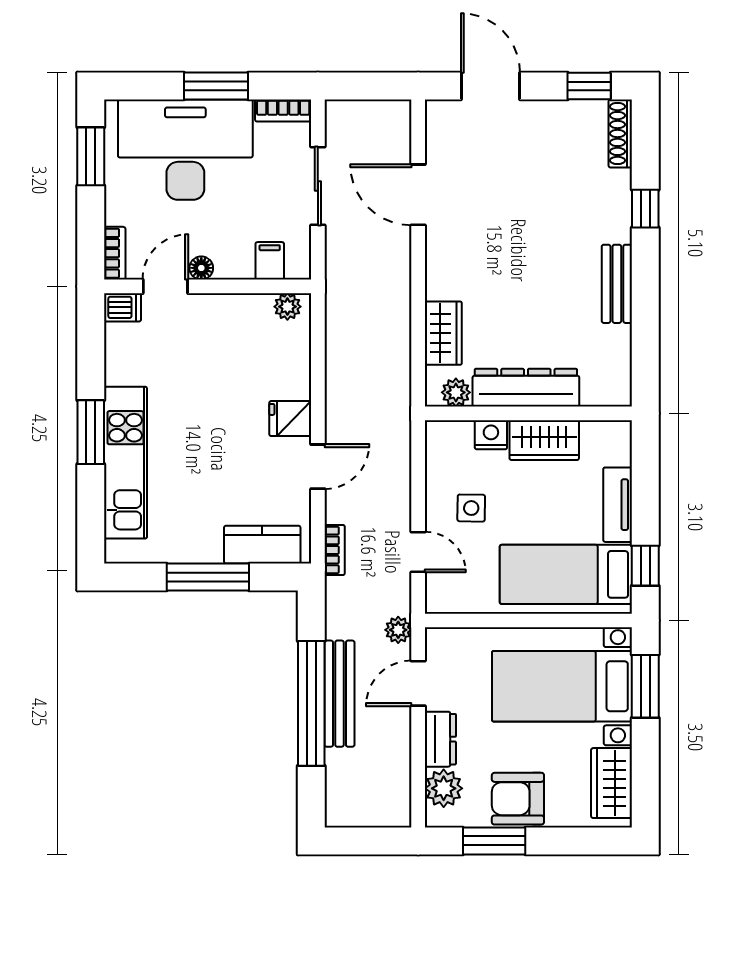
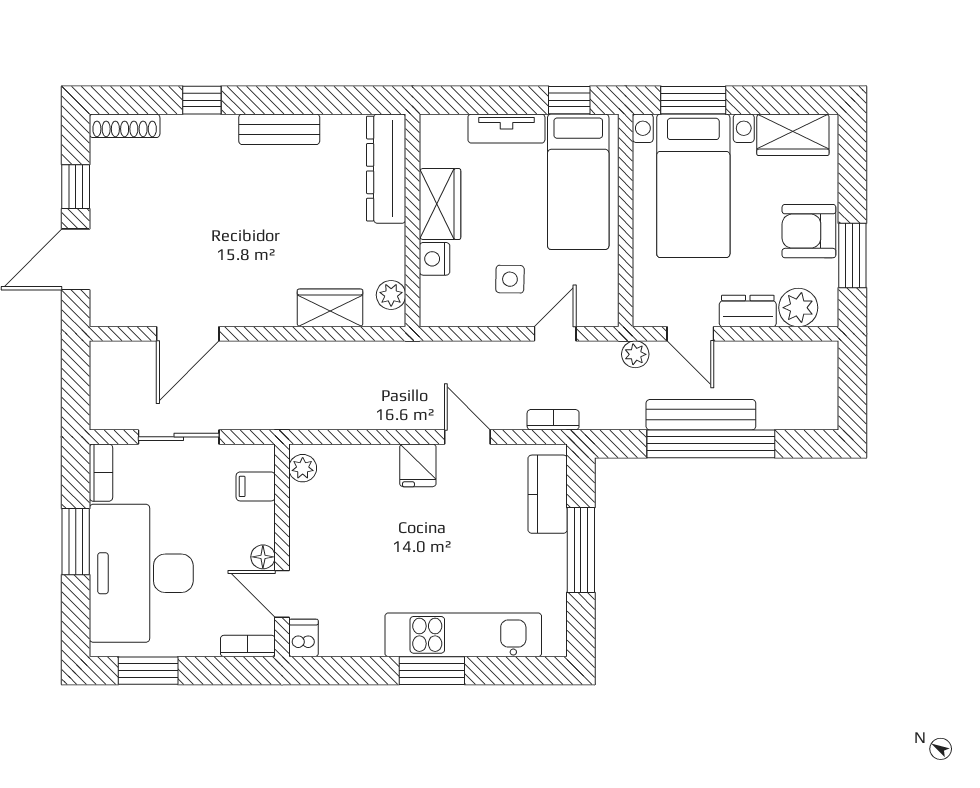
window: (589, 86) -> (76, 187), moved
dresser: (526, 388) -> (386, 169), moved
armchair: (518, 799) -> (809, 231), turned 90

